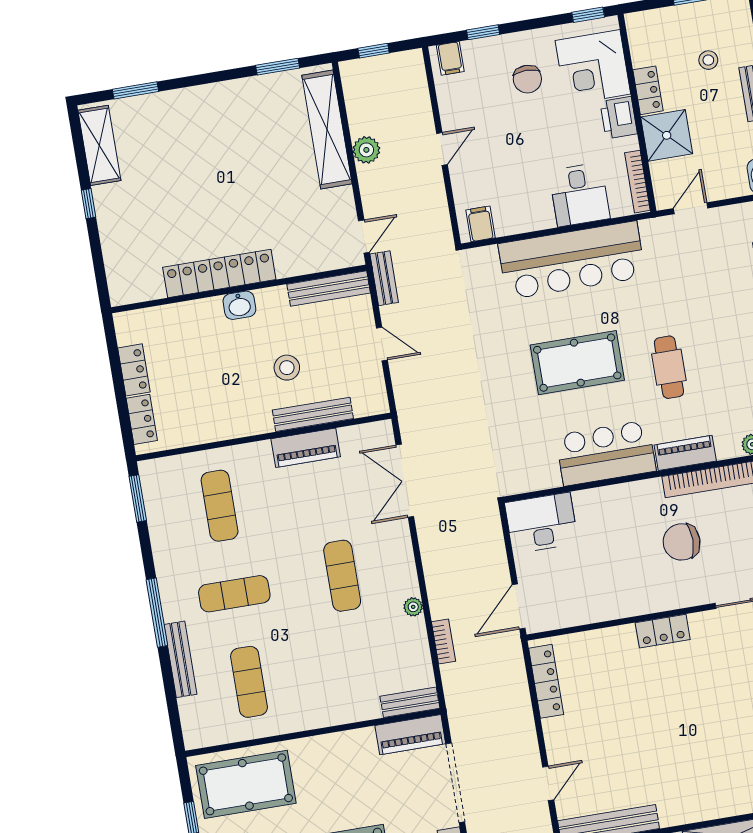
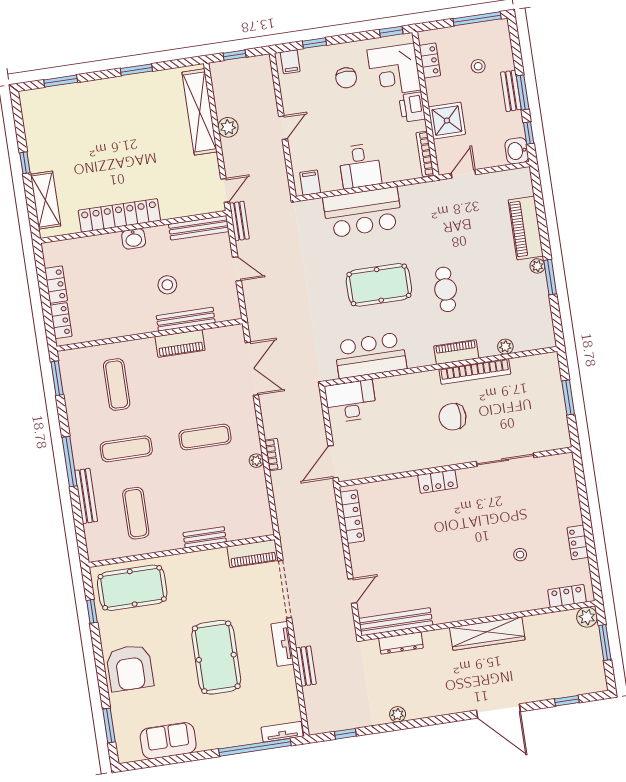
window: (278, 67) -> (136, 70), moved
locker: (648, 90) -> (430, 60), moved
shelving: (99, 145) -> (46, 200), moved
desk: (579, 195) -> (360, 166), moved
bar counter: (572, 260) -> (363, 212), width x0.73
bar counter: (606, 453) -> (370, 355), moved
double door: (405, 481) -> (252, 369), swing flipped
exercise mat: (342, 576) -> (205, 437), turned 90
bookcase: (444, 642) -> (273, 455), moved
bench: (410, 702) -> (205, 537), moved

